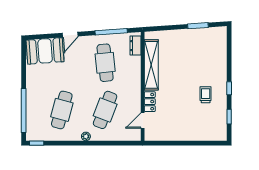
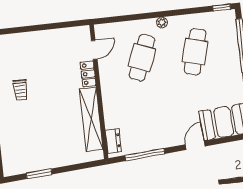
cafe table: (105, 63) -> (148, 116), removed

